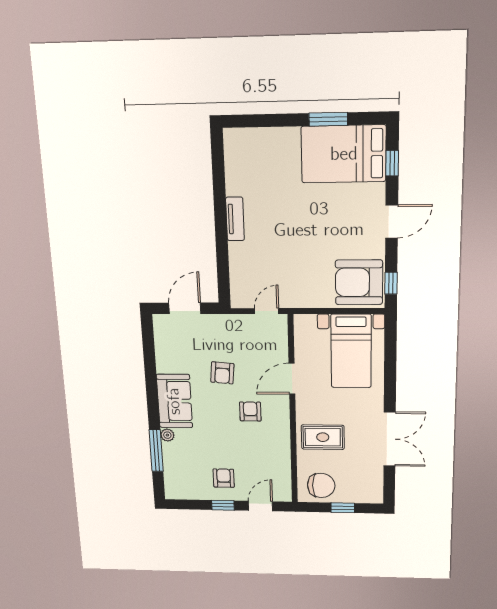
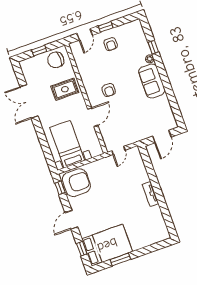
armchair: (222, 373) -> (131, 107), removed
window: (156, 450) -> (153, 47), width x0.46

